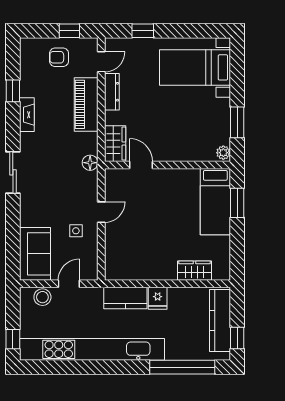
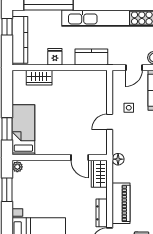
fridge: (158, 298) -> (55, 57), moved

